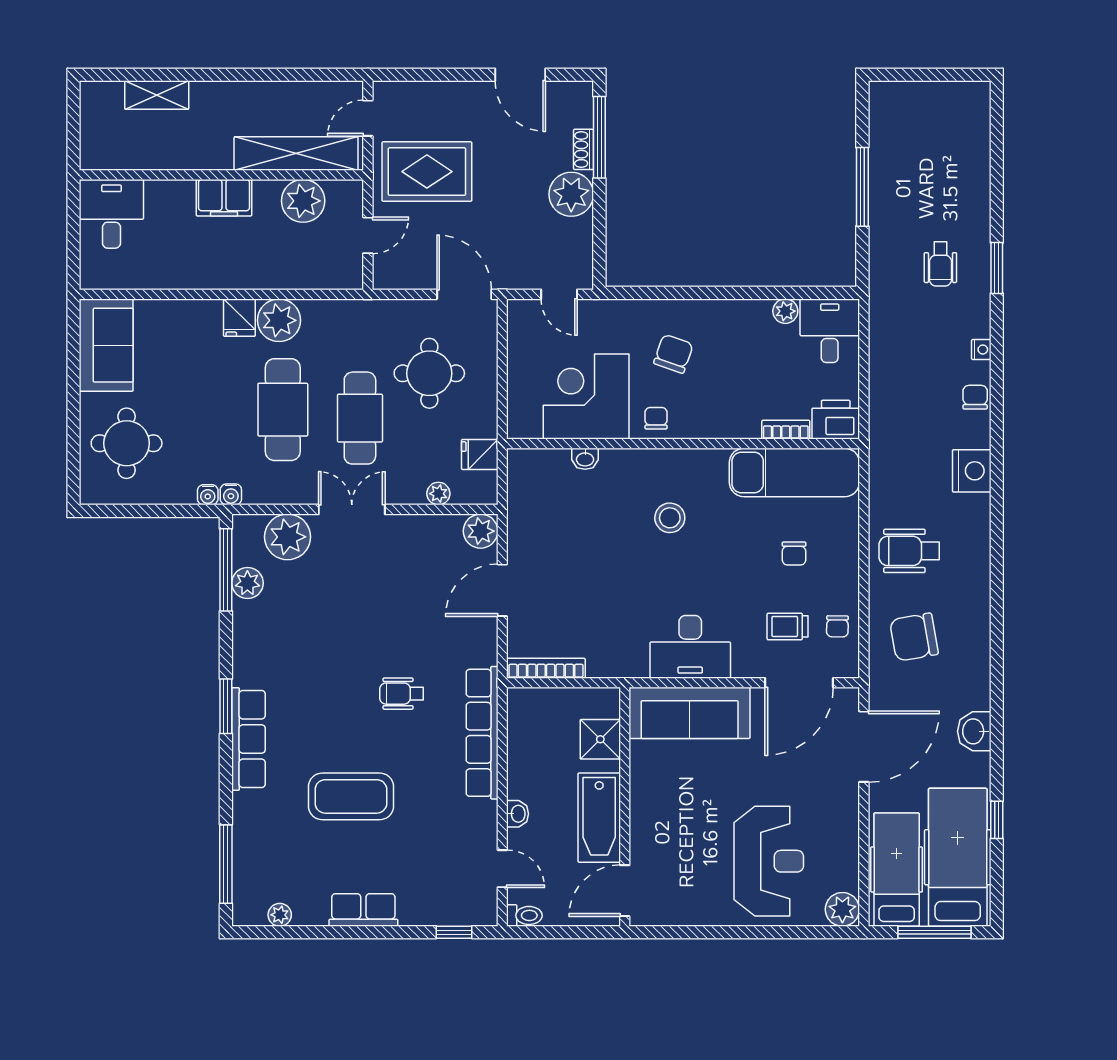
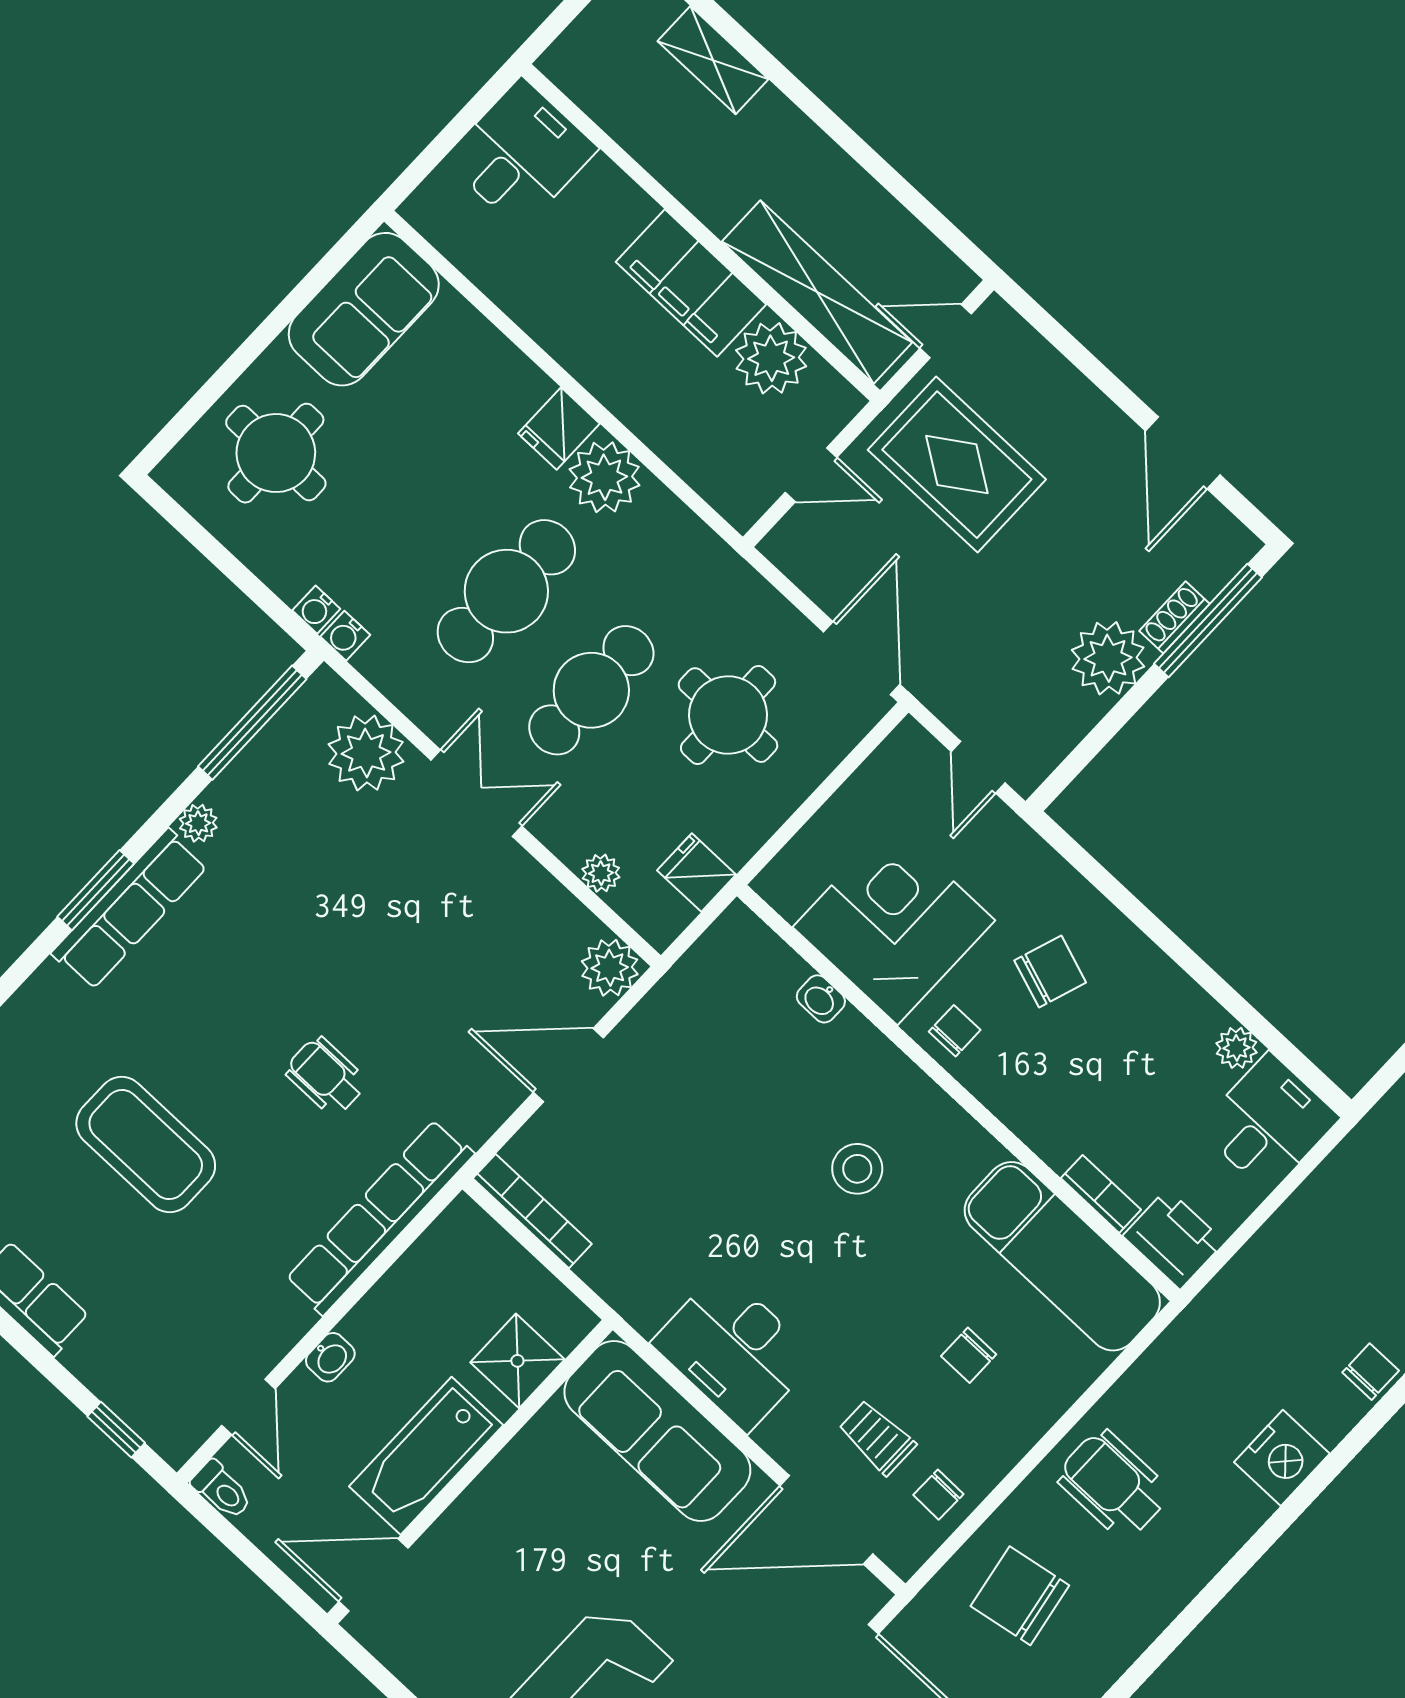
filing cabinet: (224, 198) -> (691, 283), width x1.50, depth x1.17
plant: (247, 583) -> (198, 823), moved, width x0.73, depth x0.73
row of seats: (249, 739) -> (130, 909), moved

